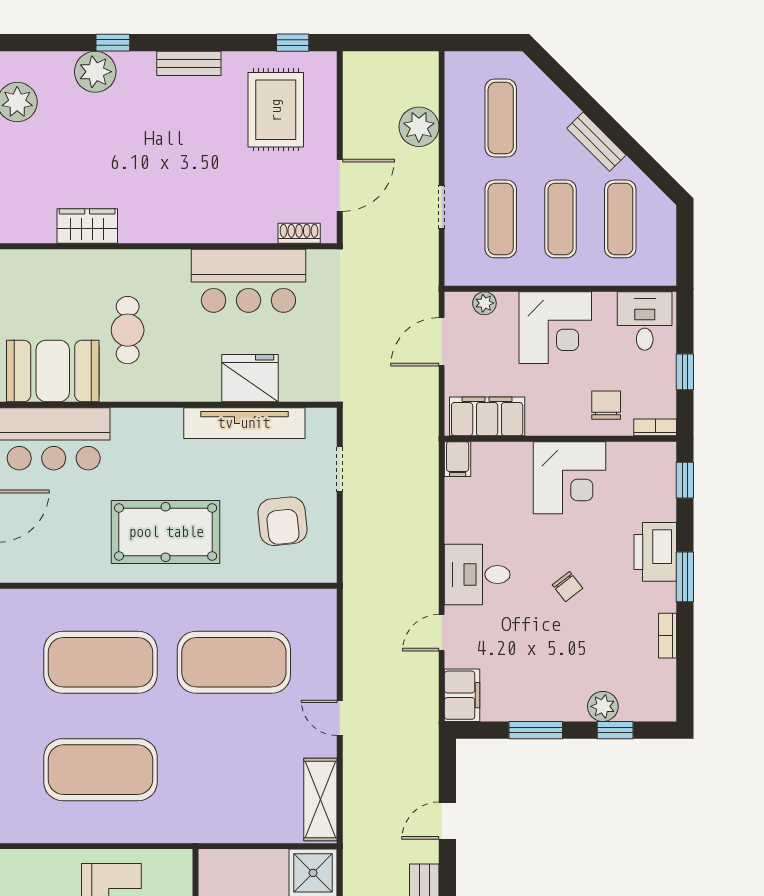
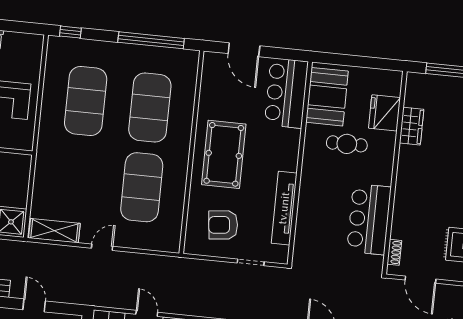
fridge: (250, 378) -> (385, 113), moved, turned 180

